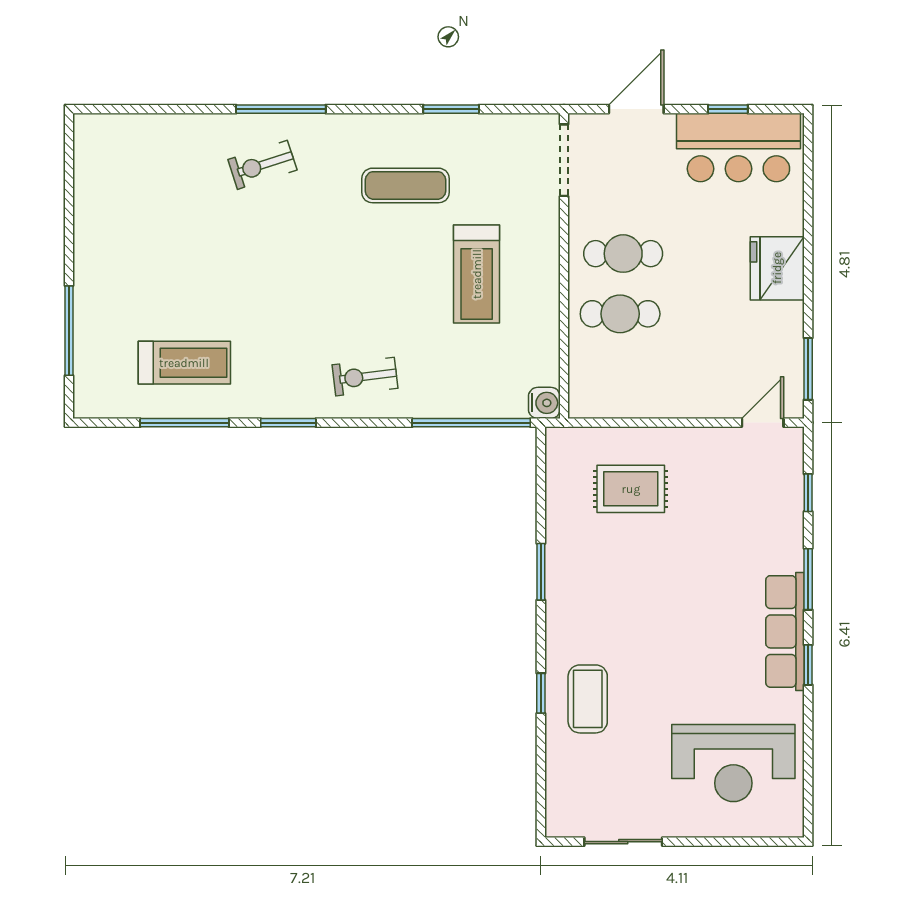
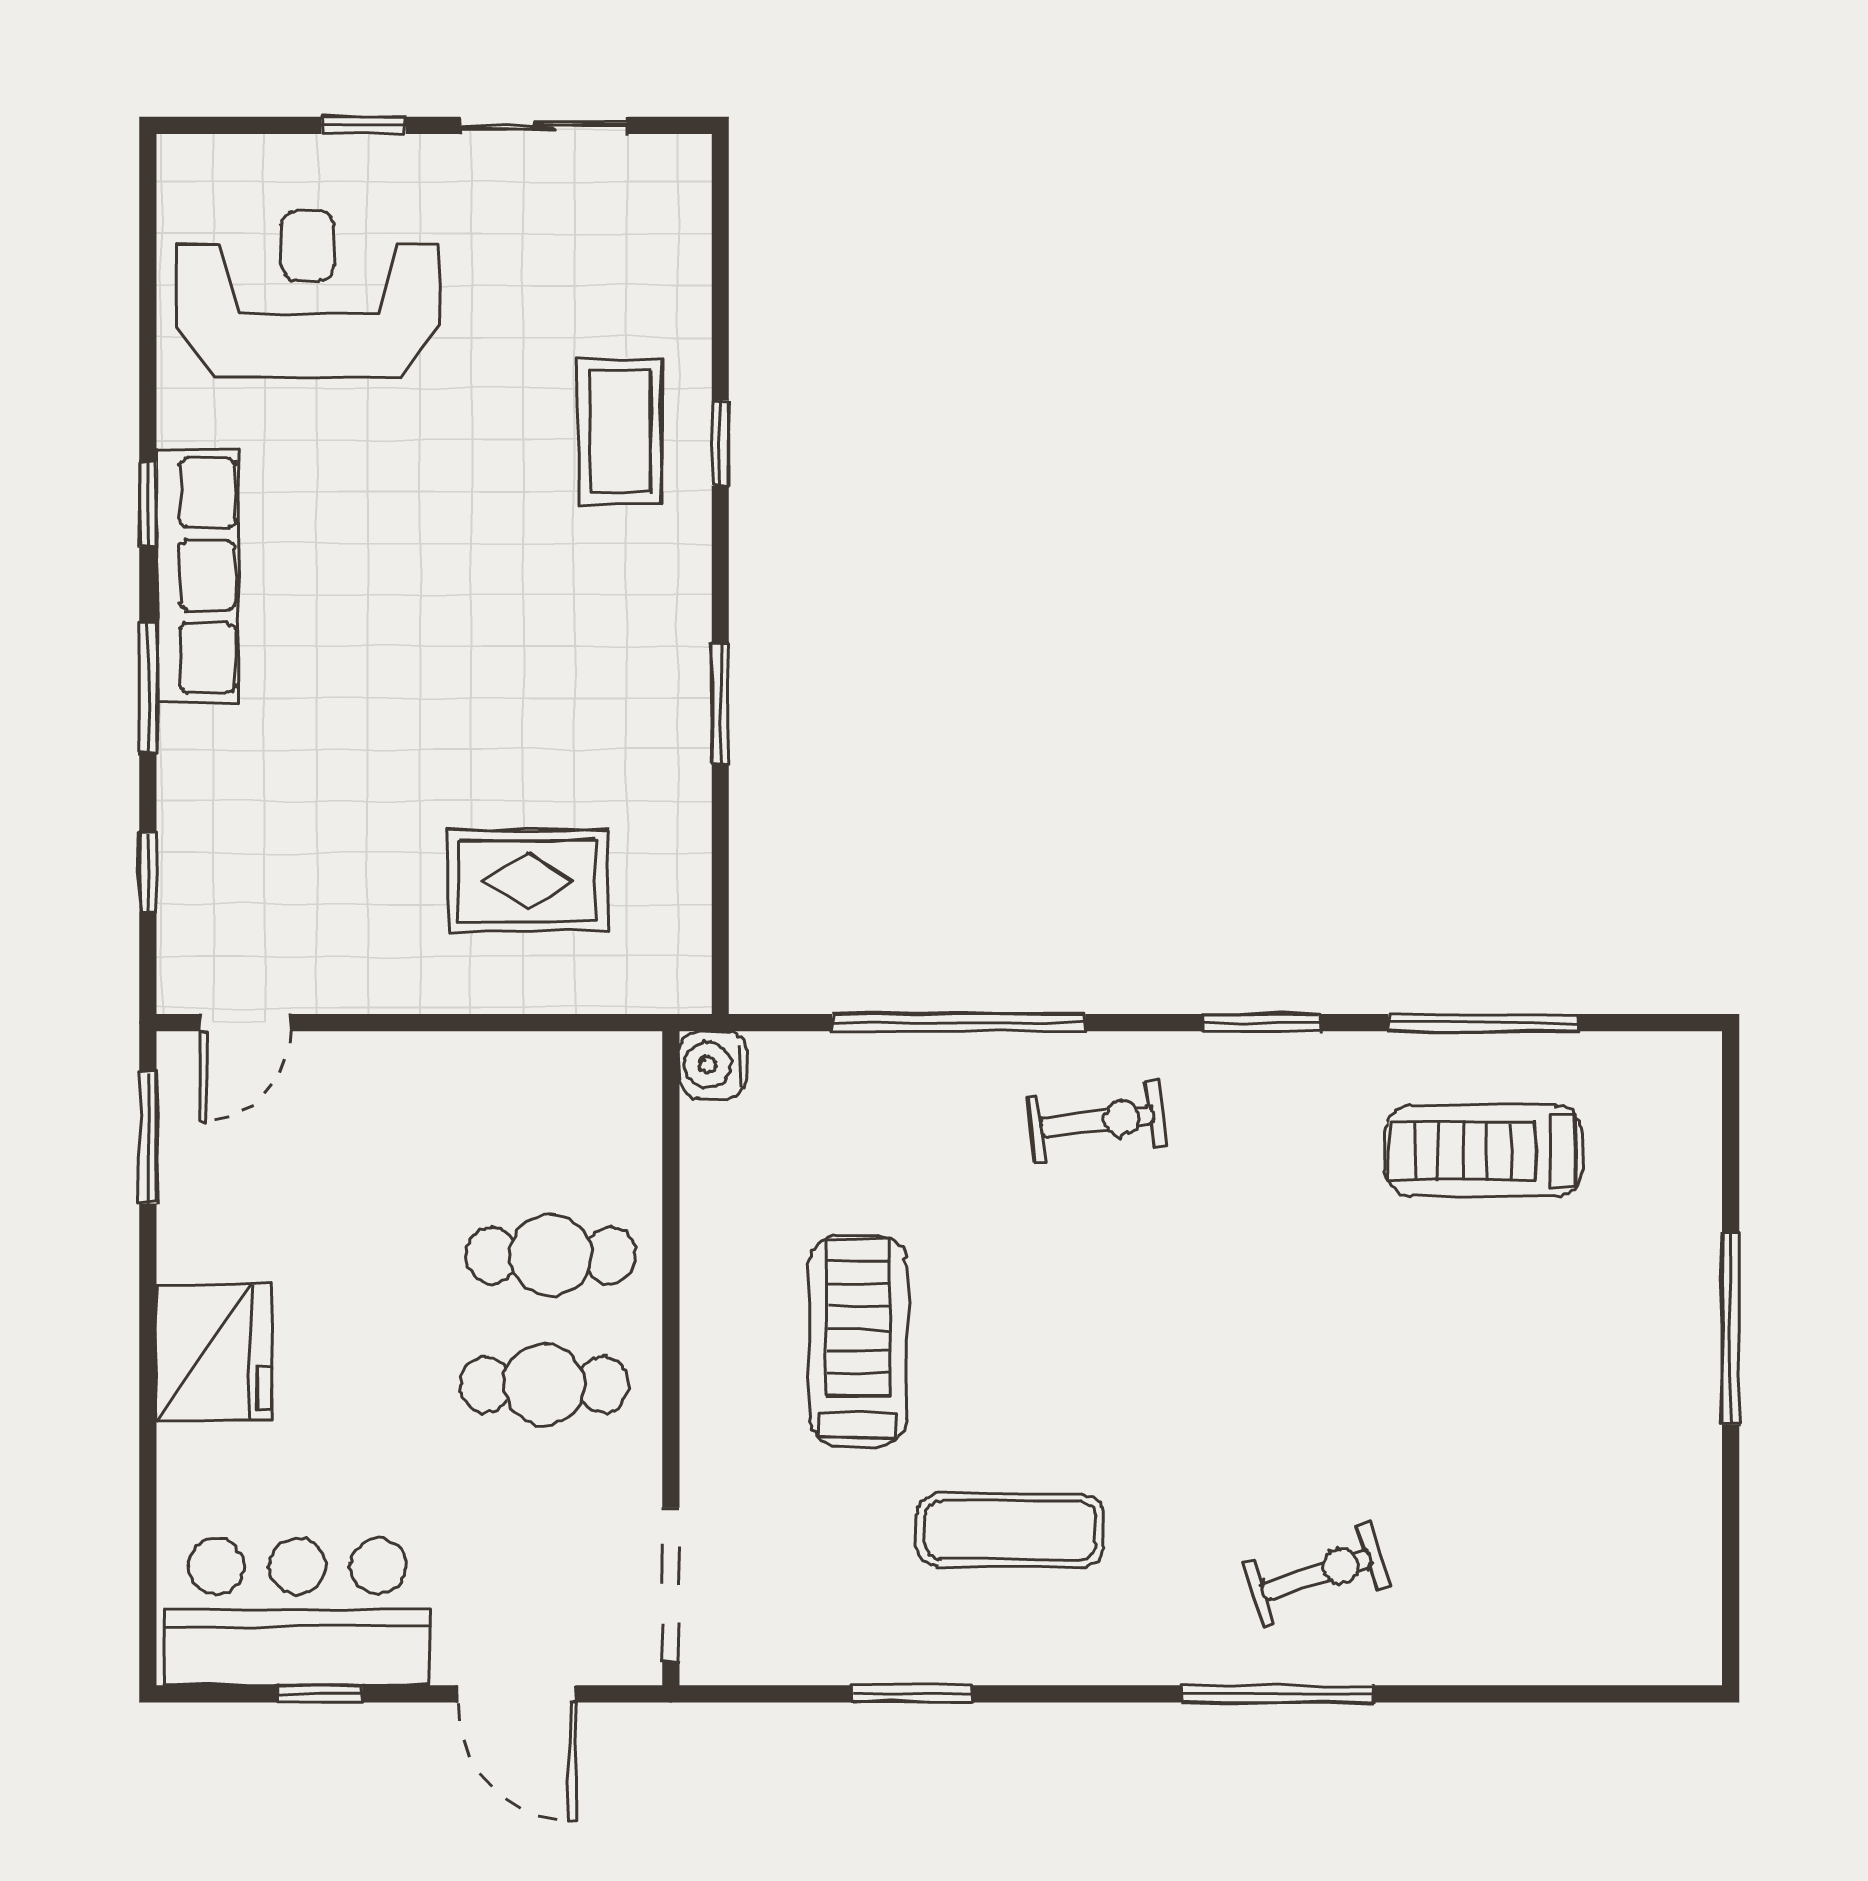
door: (636, 109) -> (516, 1694), hinge flipped
window: (69, 331) -> (1731, 1328), moved
window: (471, 423) -> (959, 1023), moved
window: (708, 842) -> (363, 125), added

